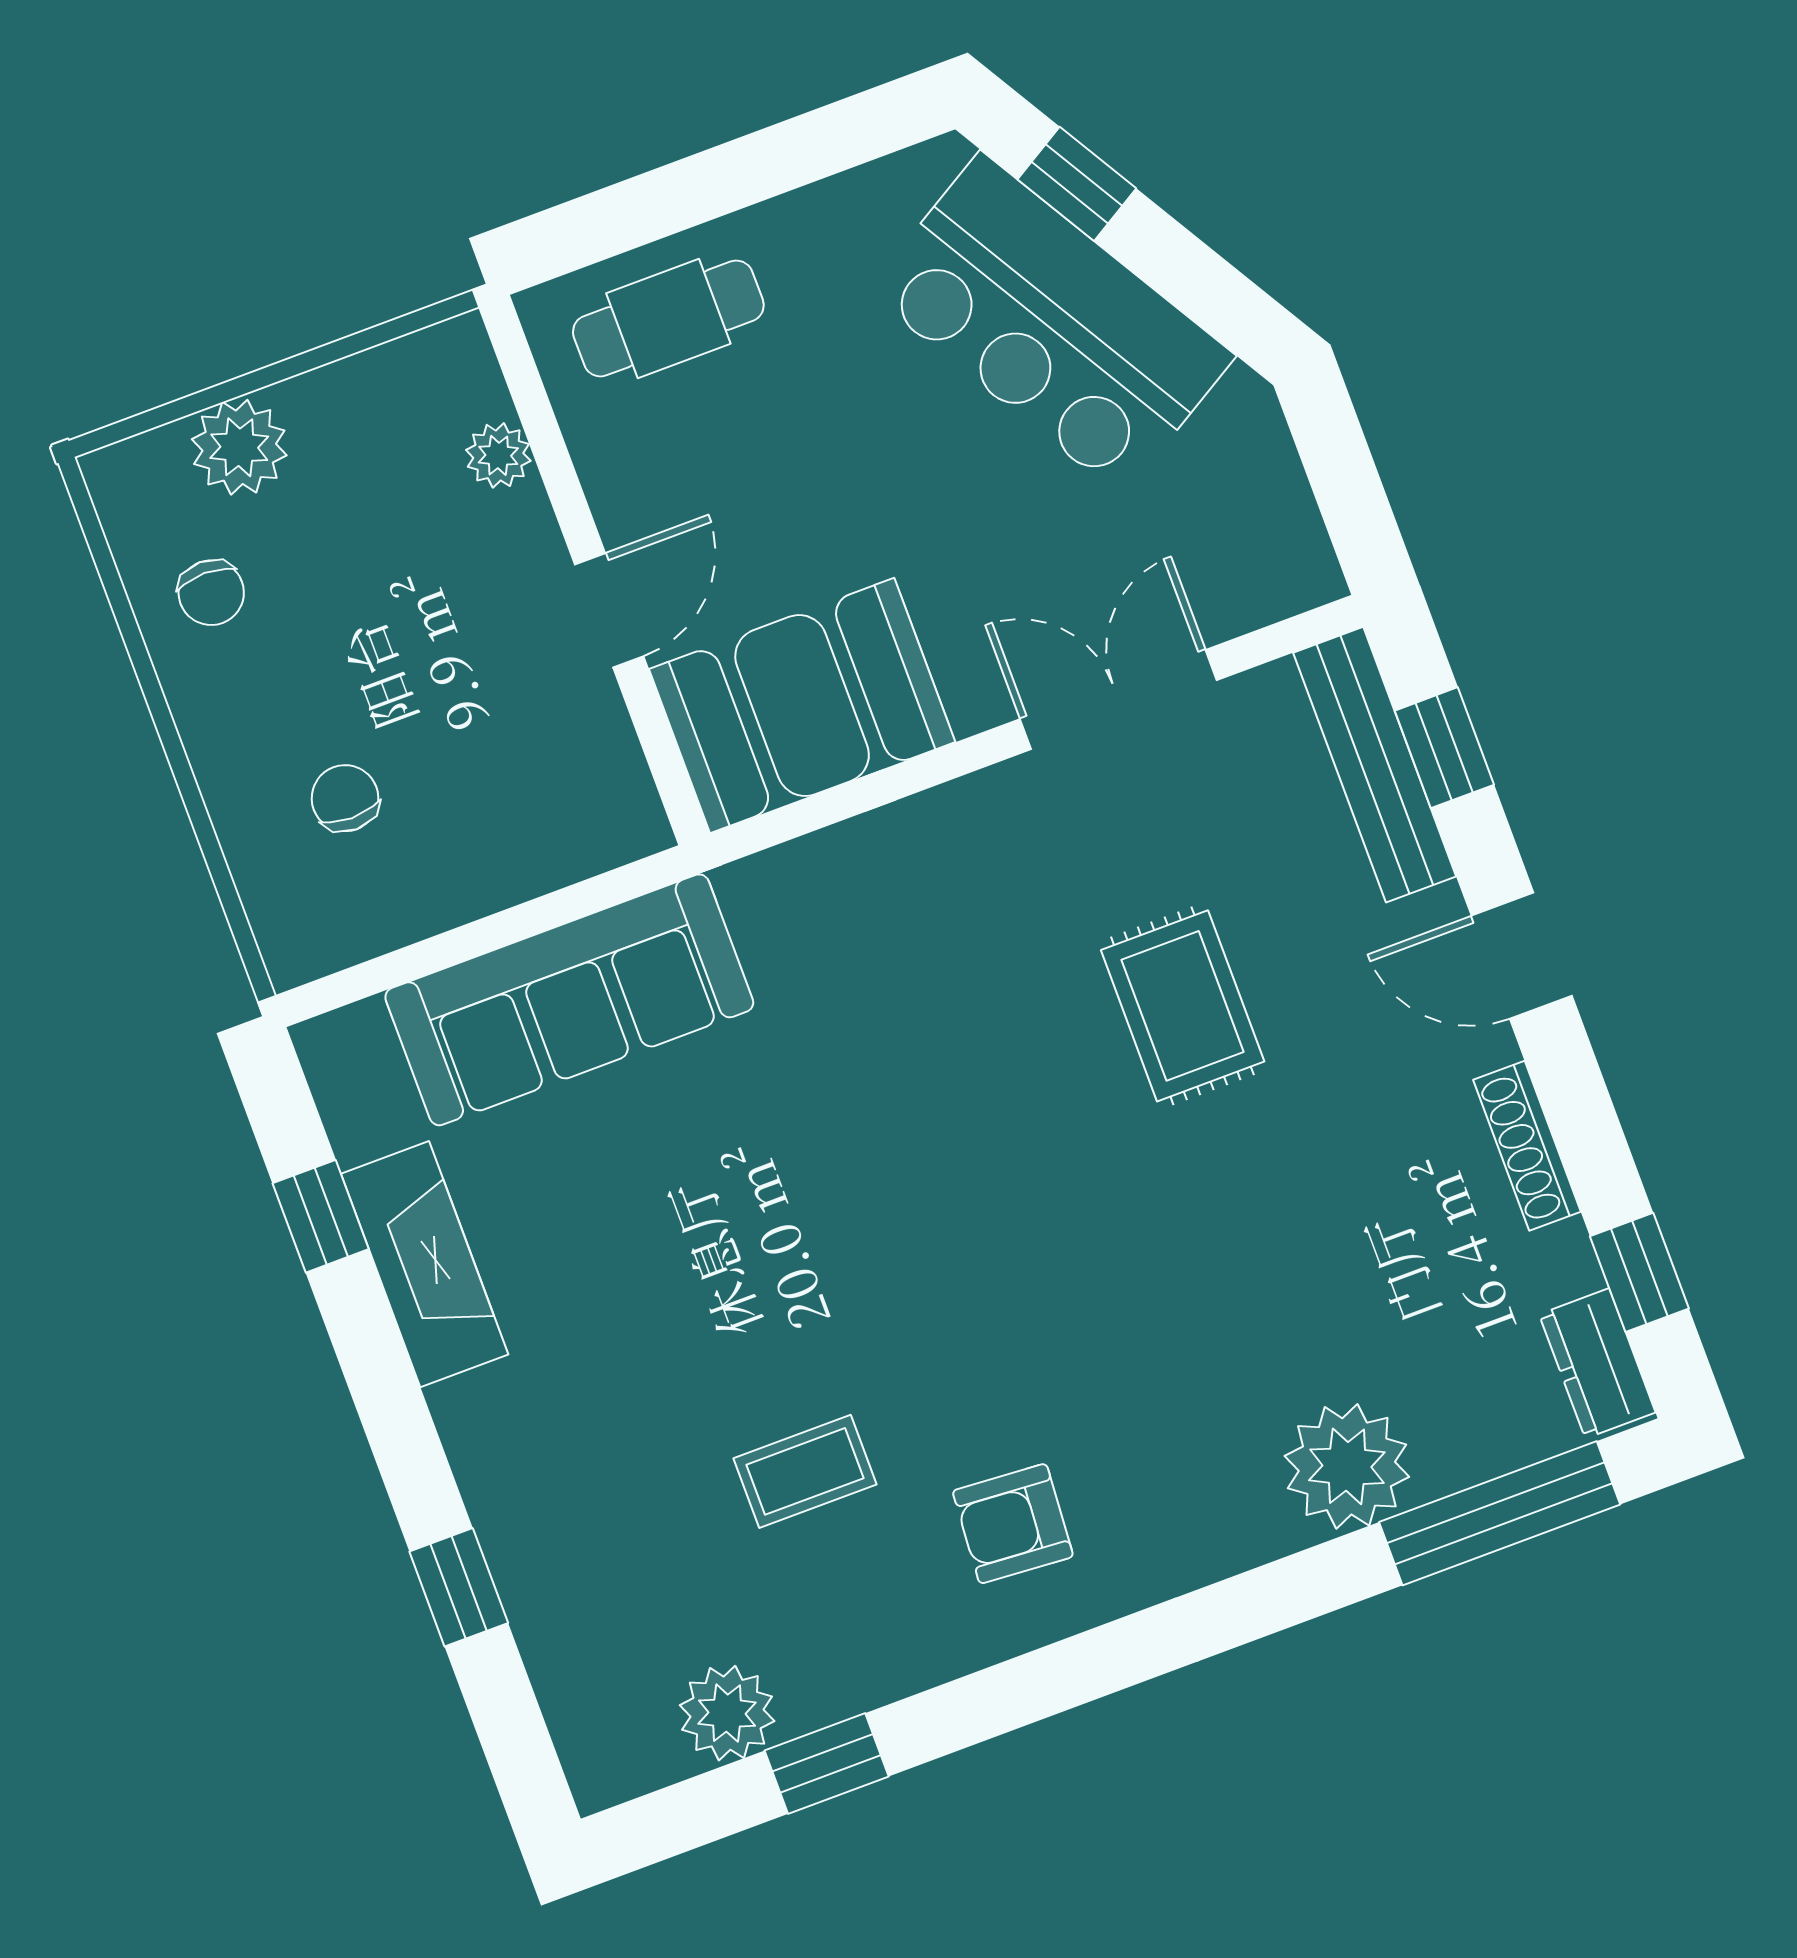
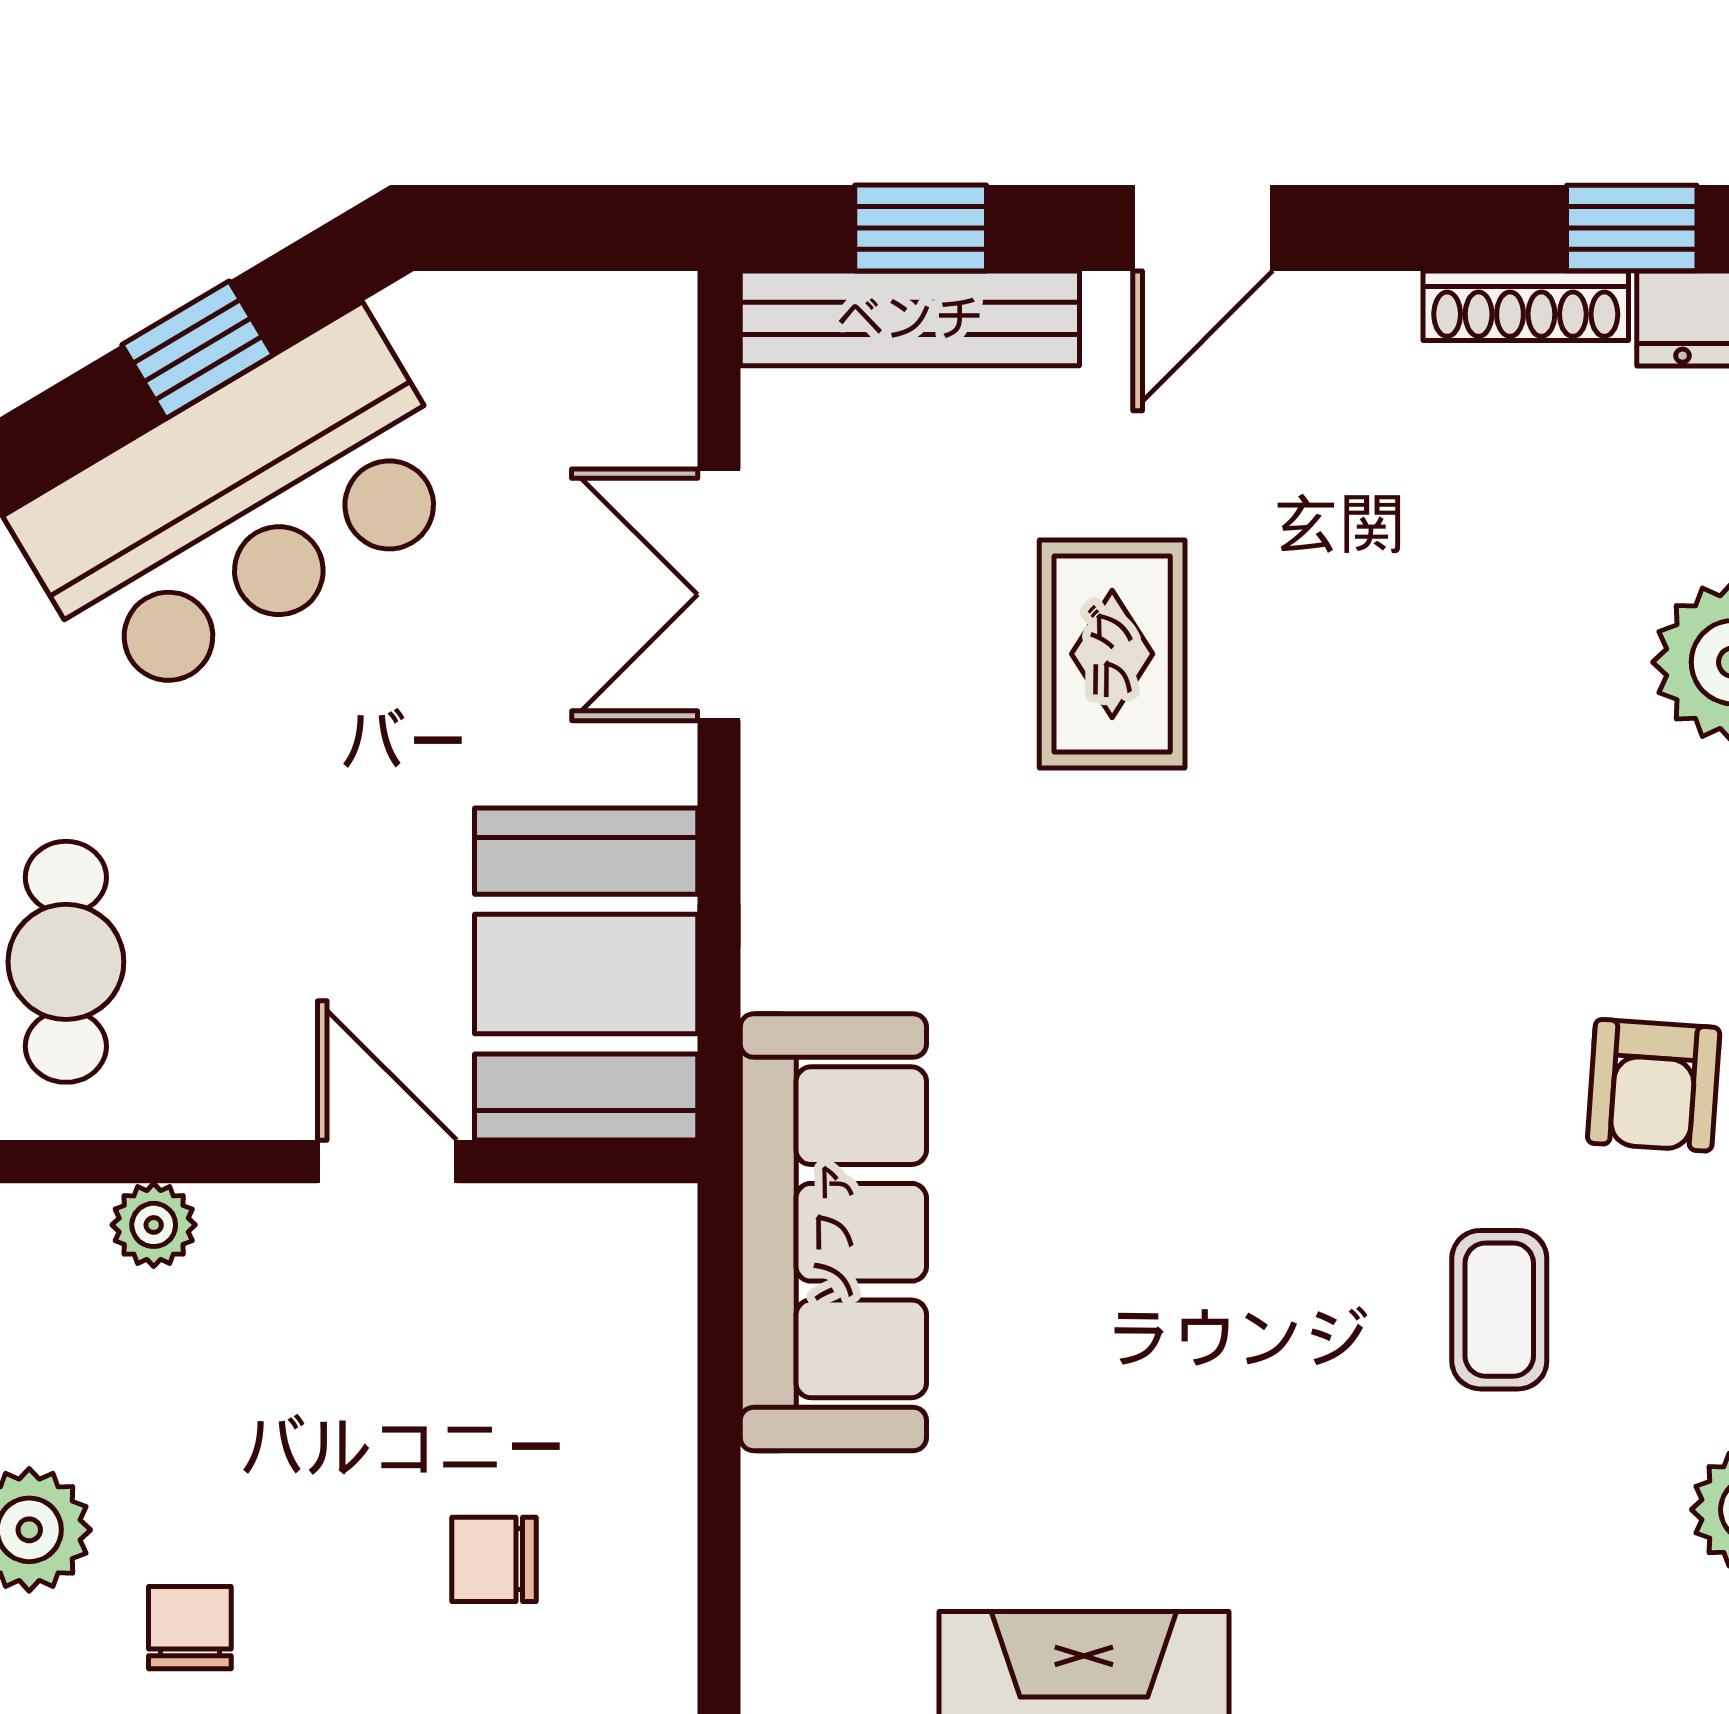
window: (1077, 184) -> (197, 350), moved
chair: (211, 593) -> (190, 1628), turned -90
sofa: (569, 1000) -> (833, 1232), moved
rug: (1183, 1006) -> (1112, 654), turned 90
shoe rack: (1527, 1146) -> (1526, 306), moved

